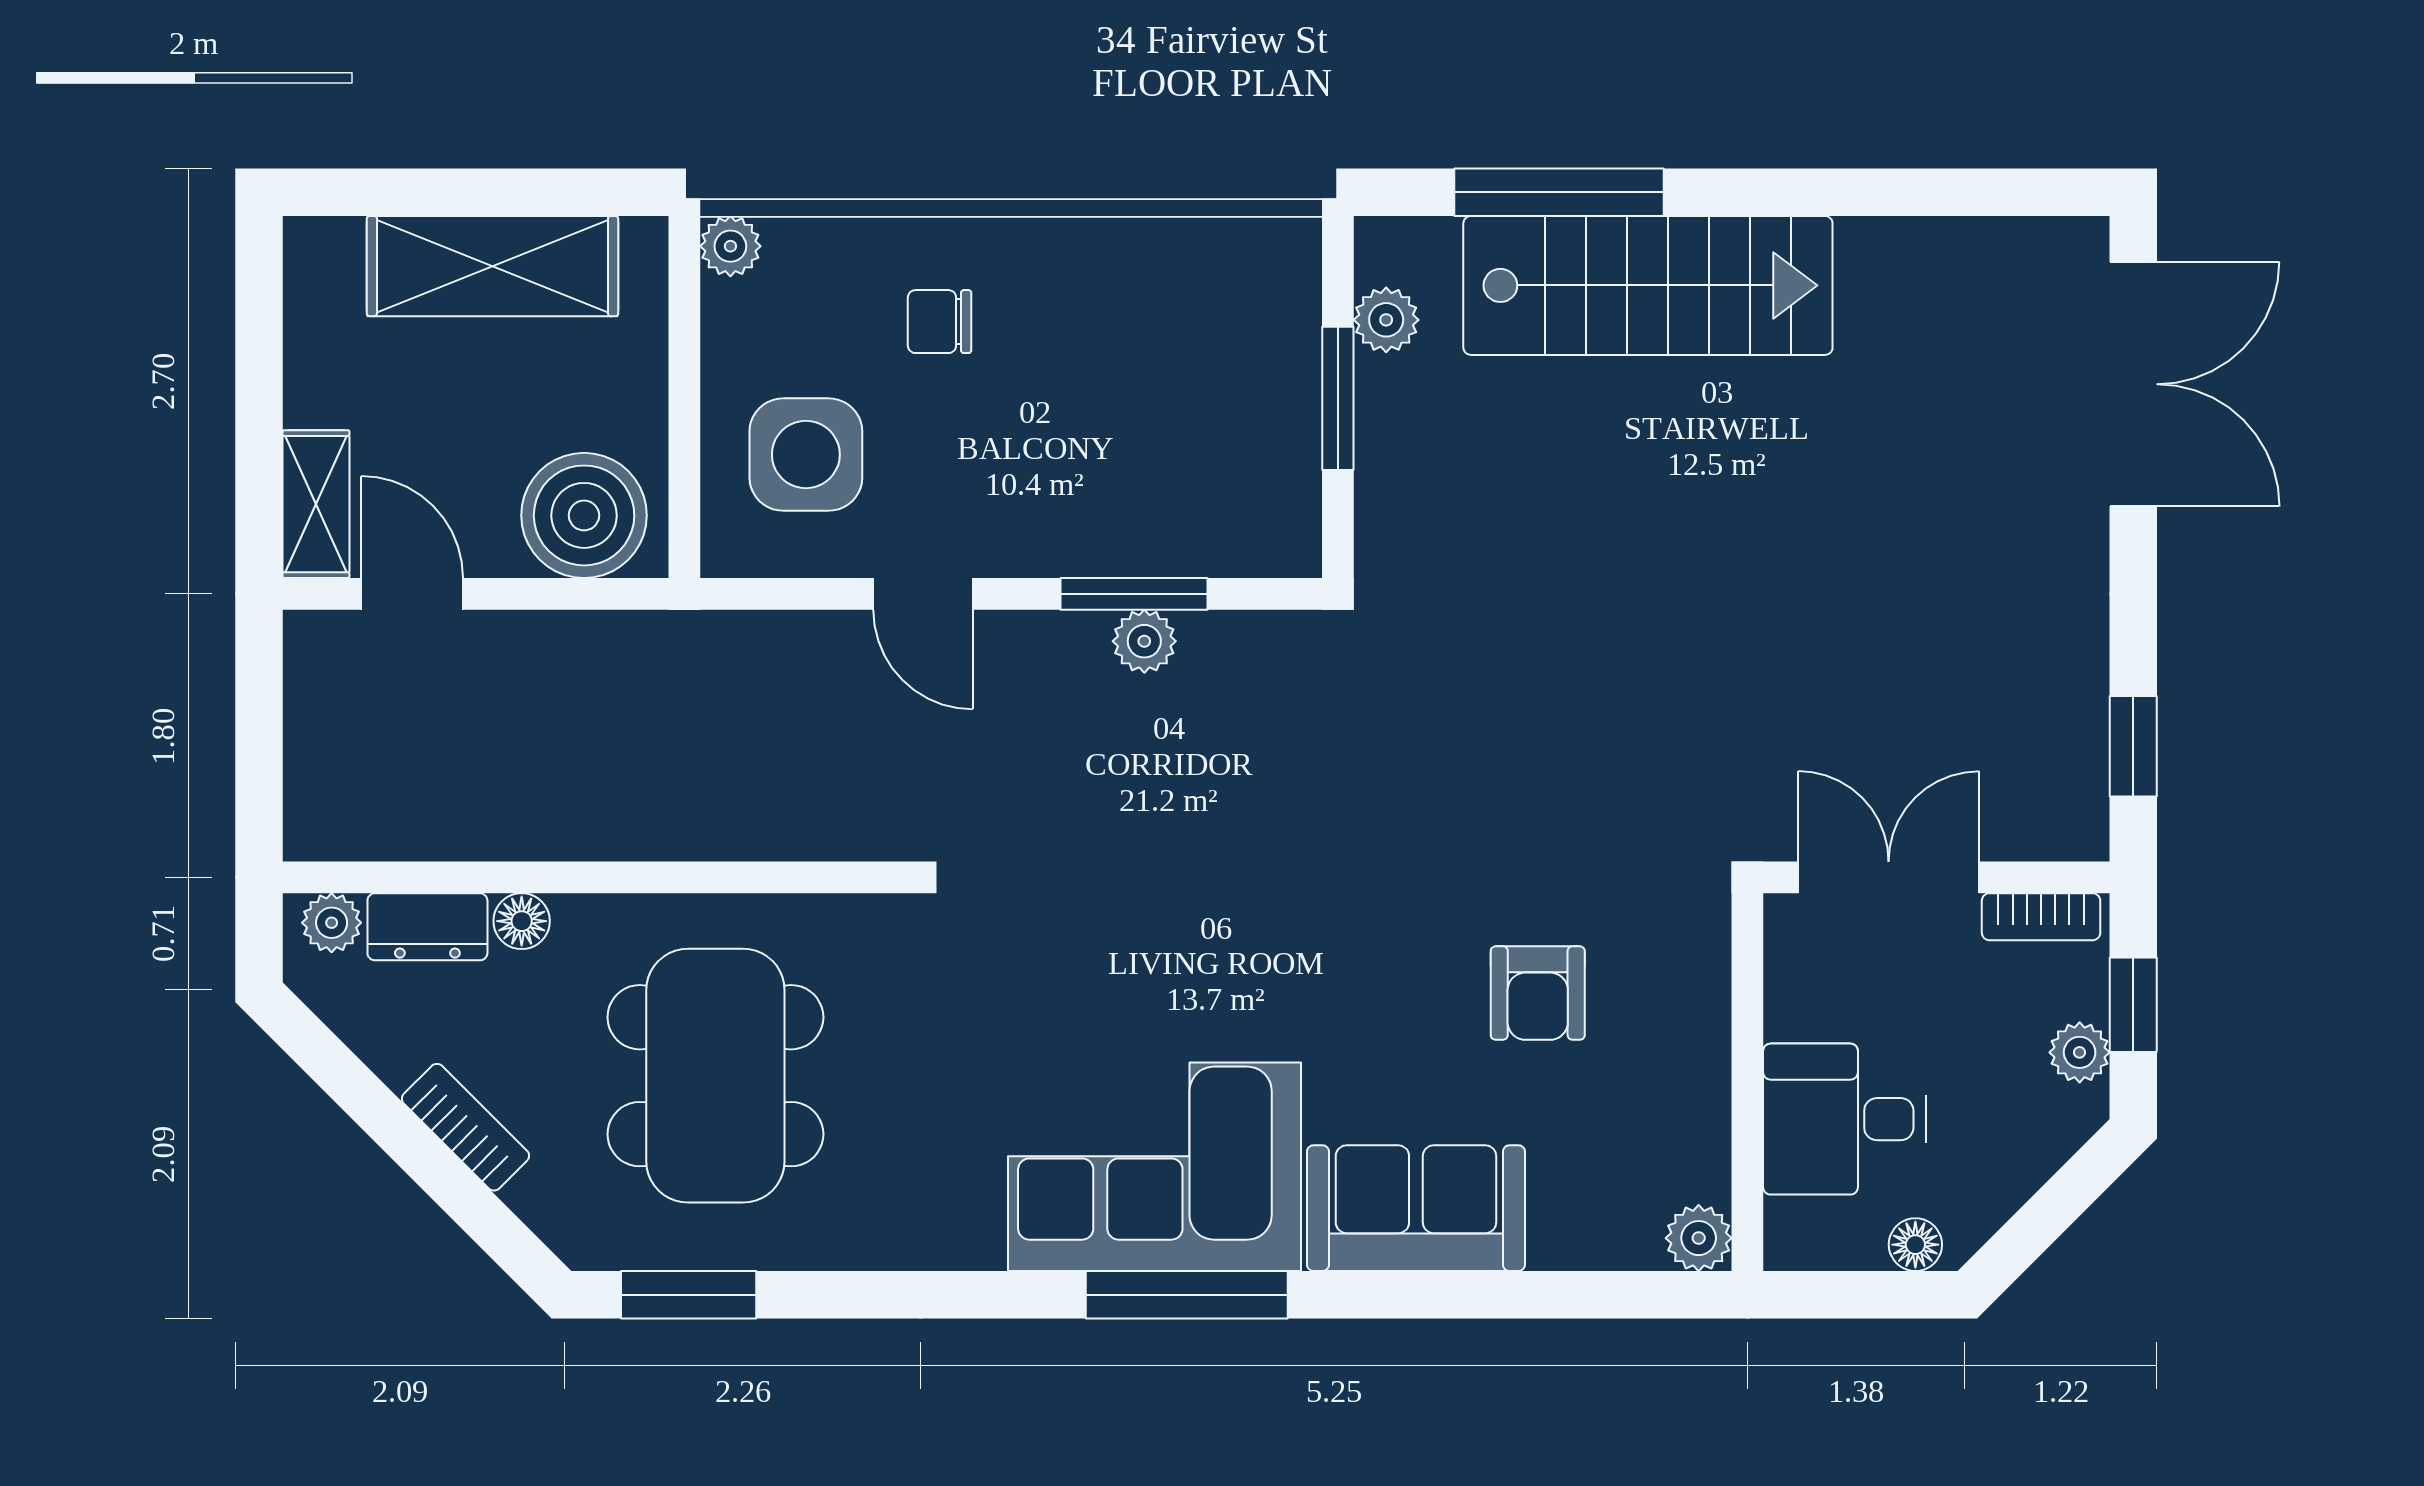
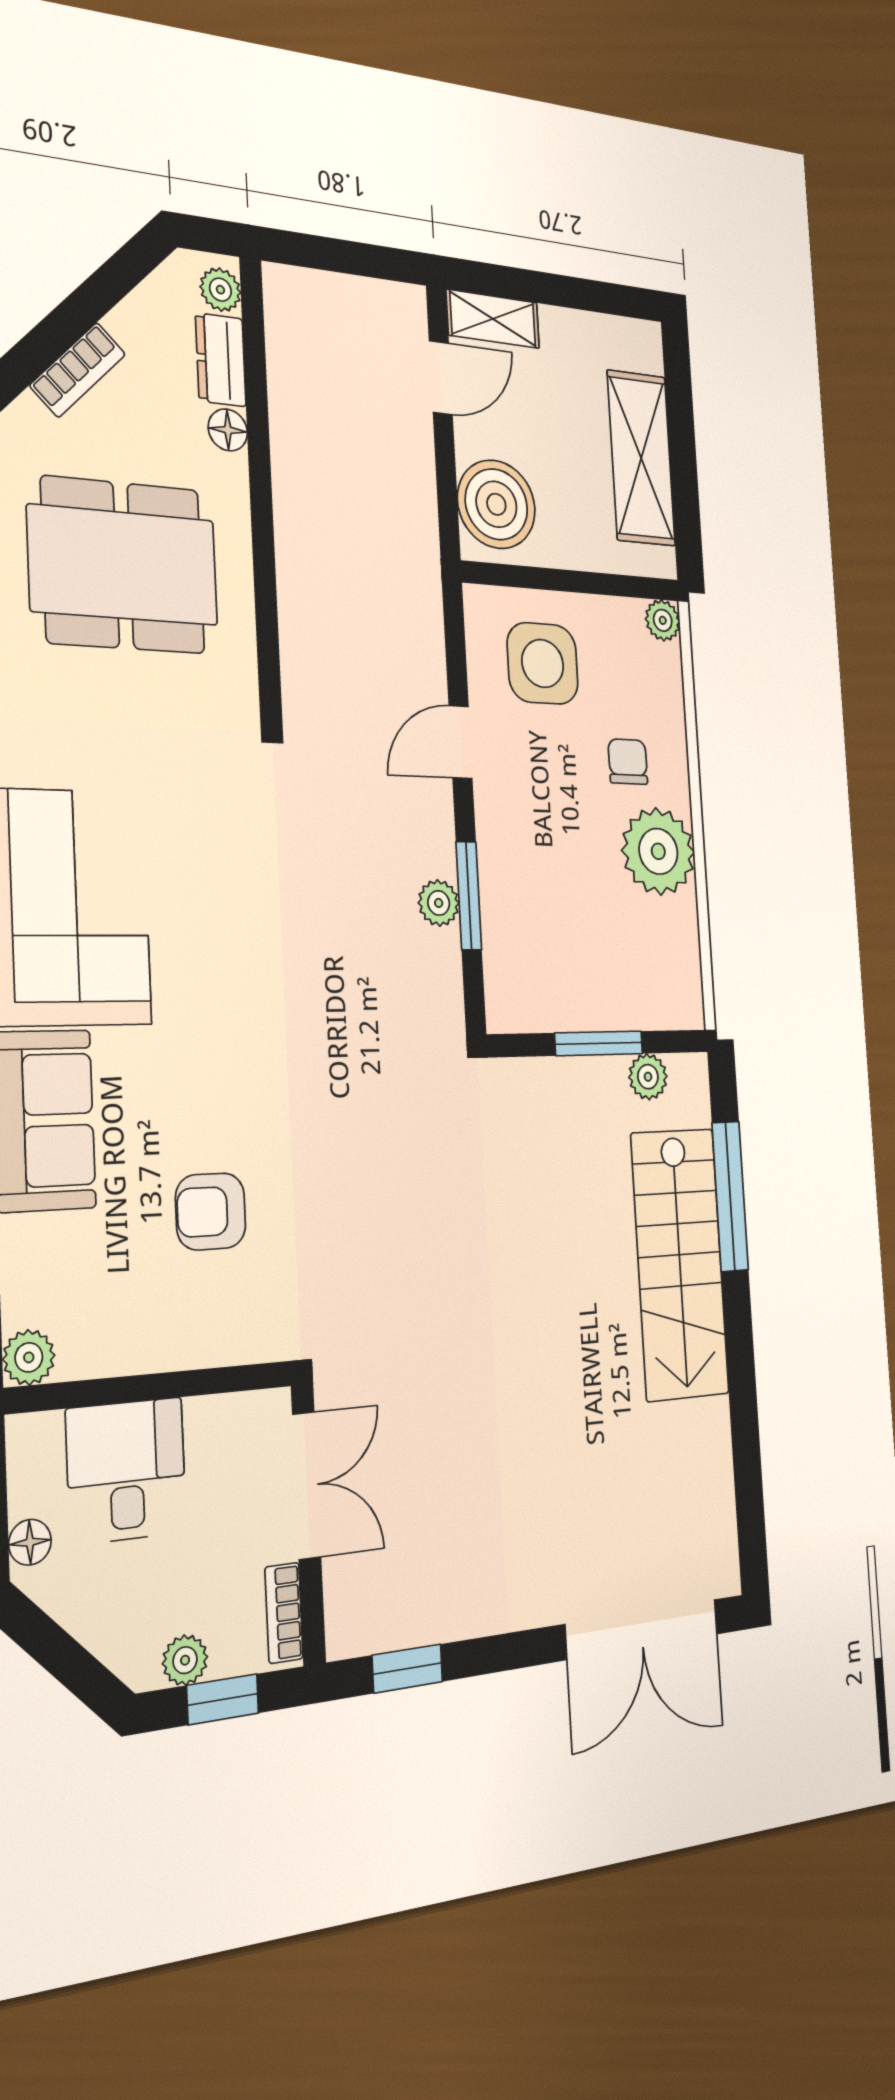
plant: (1067, 279) -> (658, 851), added

